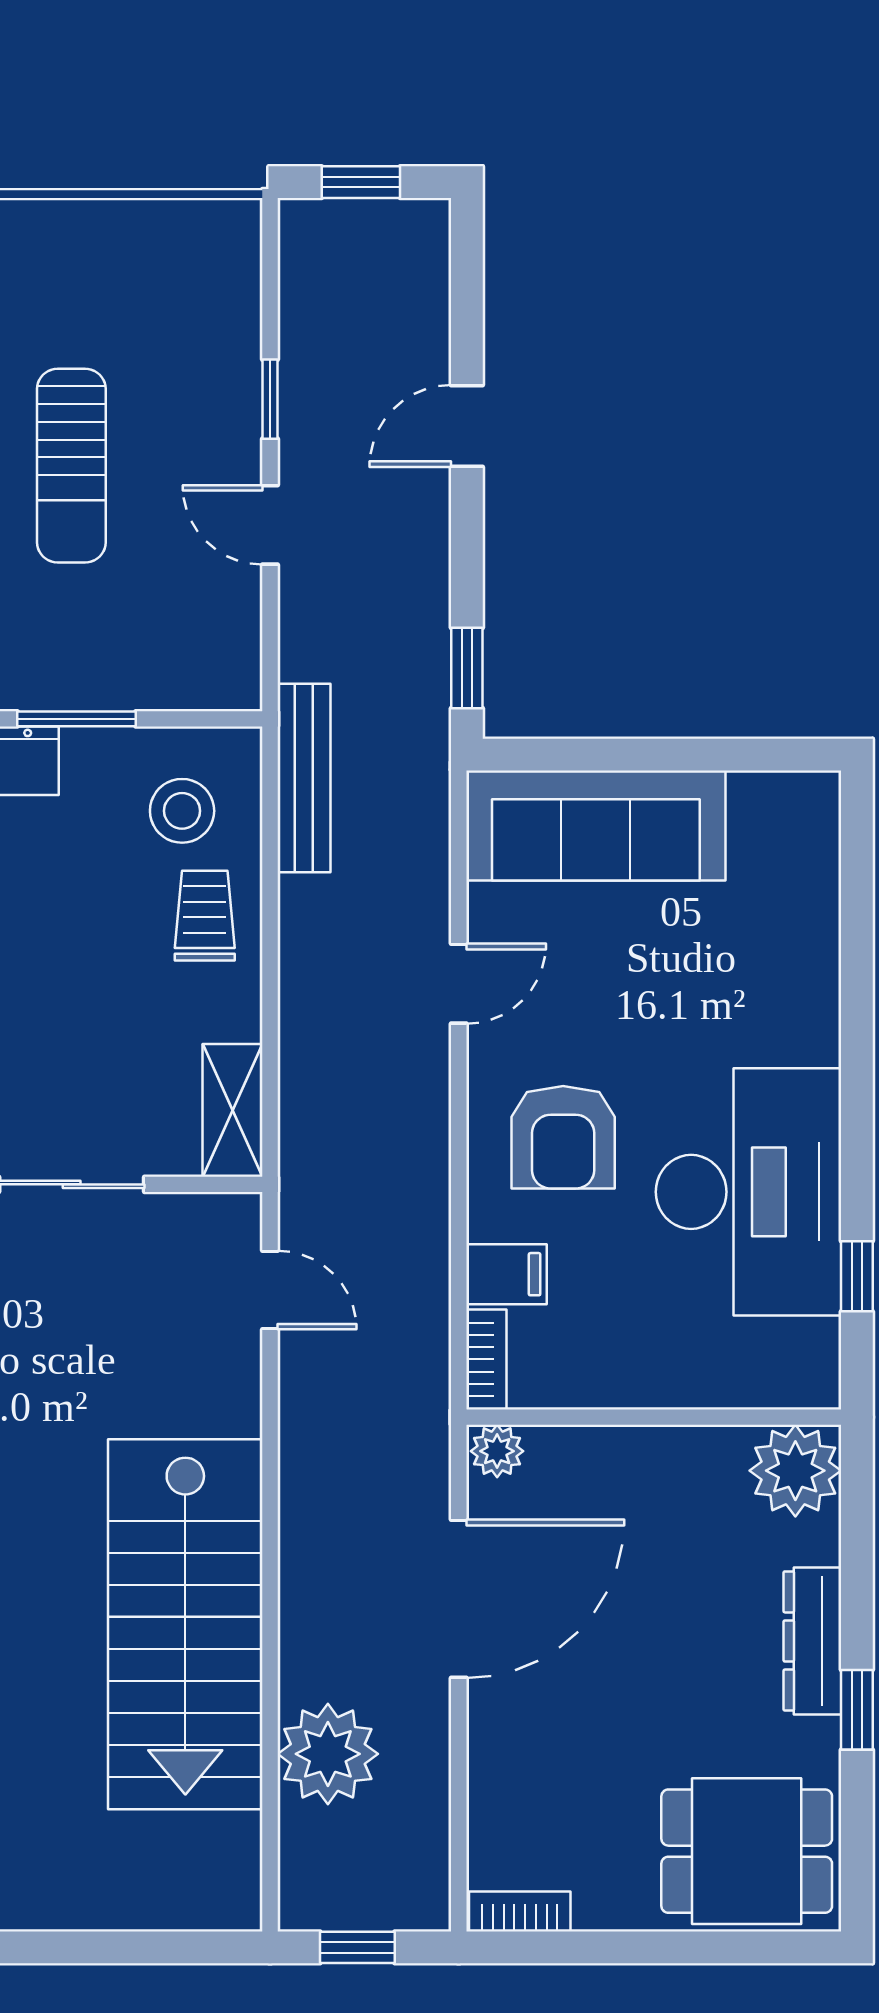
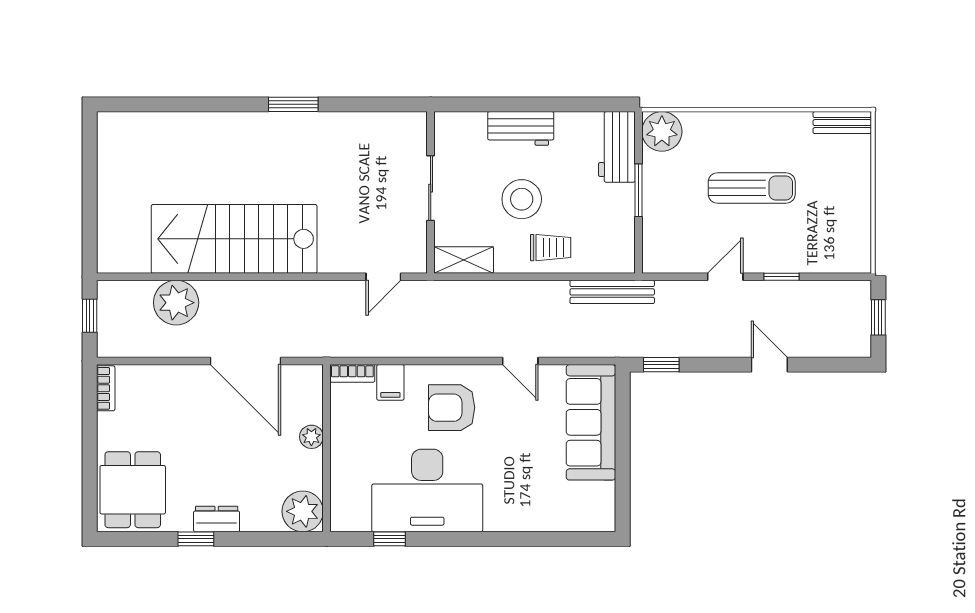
sun lounger: (71, 466) -> (752, 188), turned 180
stool: (182, 811) -> (522, 199), moved, width x1.38, depth x1.38
plant: (497, 1451) -> (311, 437), moved
dresser: (812, 1641) -> (217, 519), width x0.70

